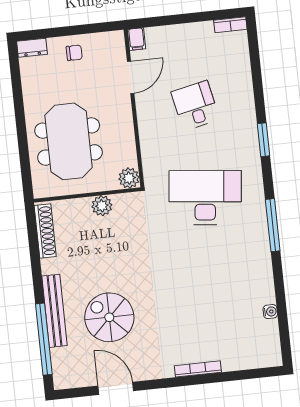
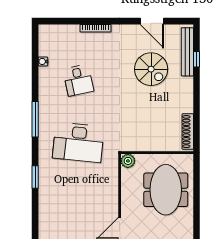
desk: (195, 106) -> (78, 80), moved
plant: (102, 206) -> (148, 144), removed
bench: (55, 311) -> (187, 52), moved
window: (44, 339) -> (196, 59), width x0.32

